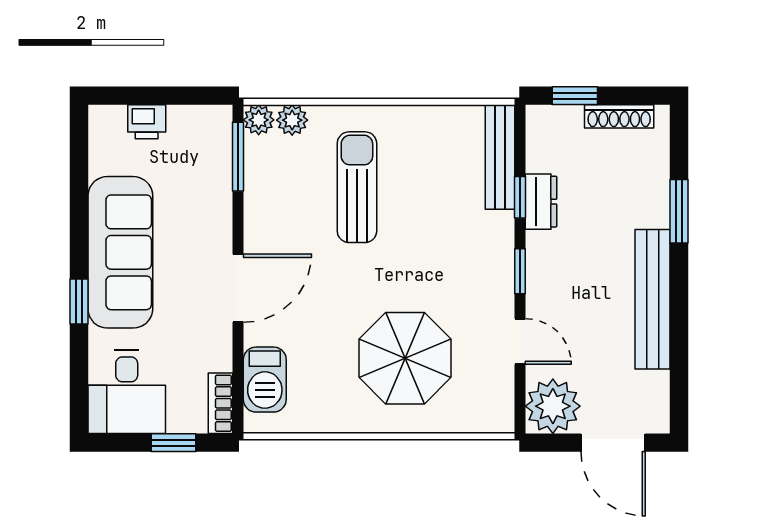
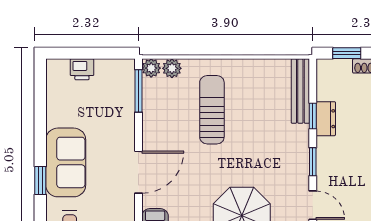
sofa: (120, 252) -> (66, 162), width x0.73

